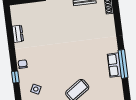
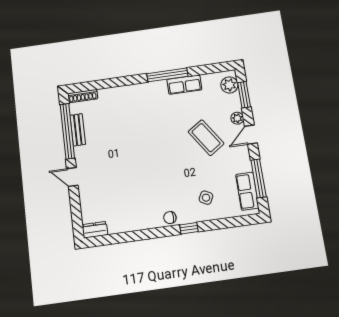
dresser: (18, 34) -> (95, 230), moved
row of seats: (114, 65) -> (184, 85), moved

